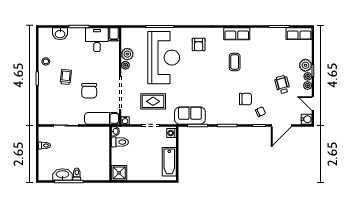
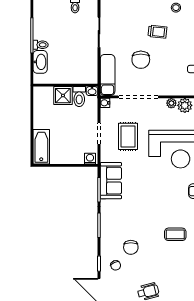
chair: (89, 91) -> (141, 60), turned -90
bathtub: (169, 162) -> (41, 147), moved, turned 90
shower: (119, 173) -> (63, 96), moved
washbasin: (63, 175) -> (40, 62), moved

